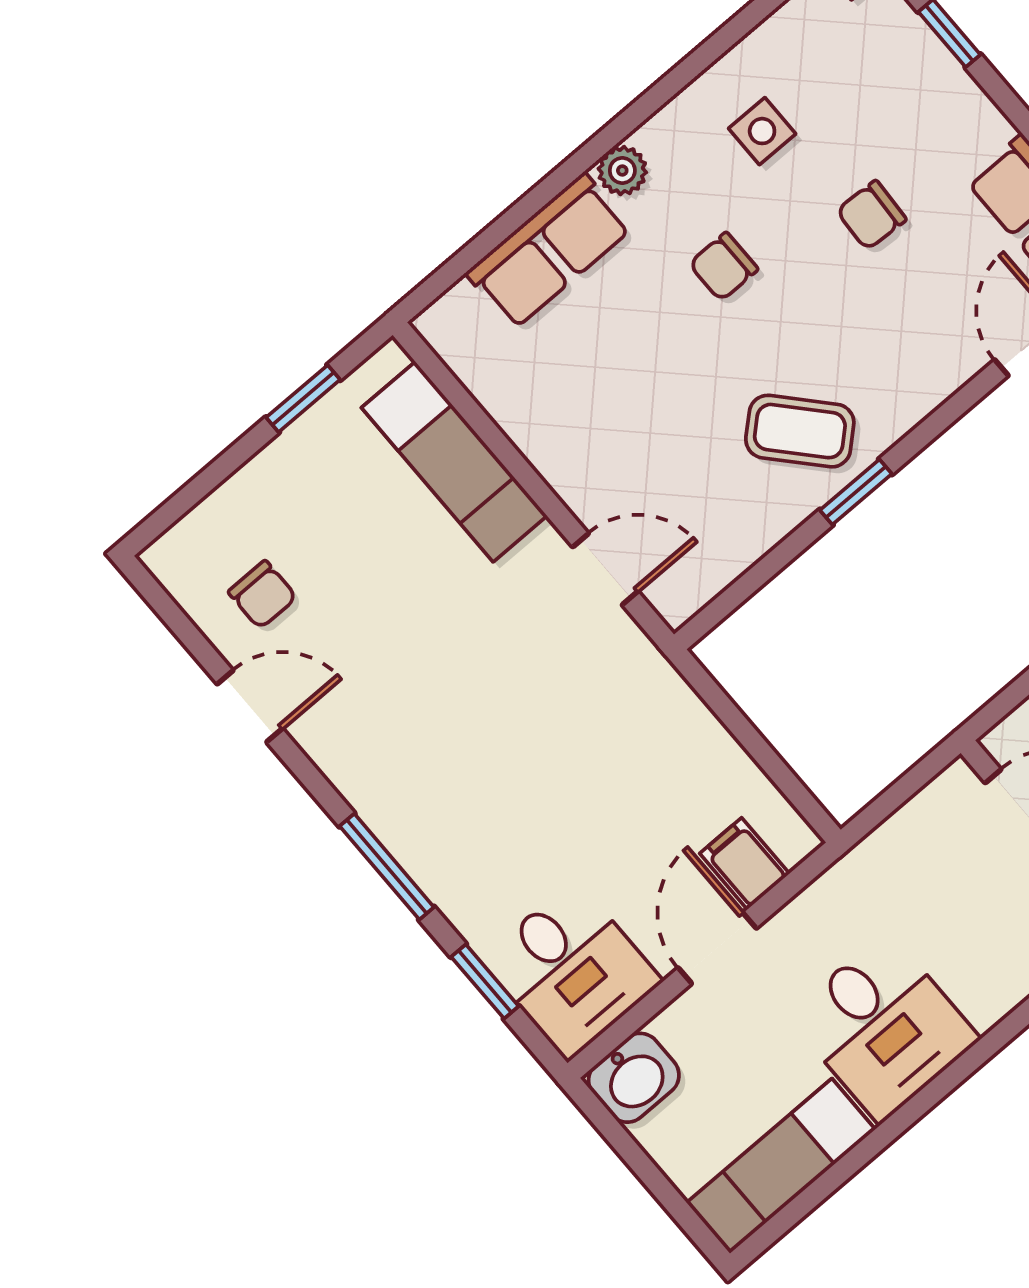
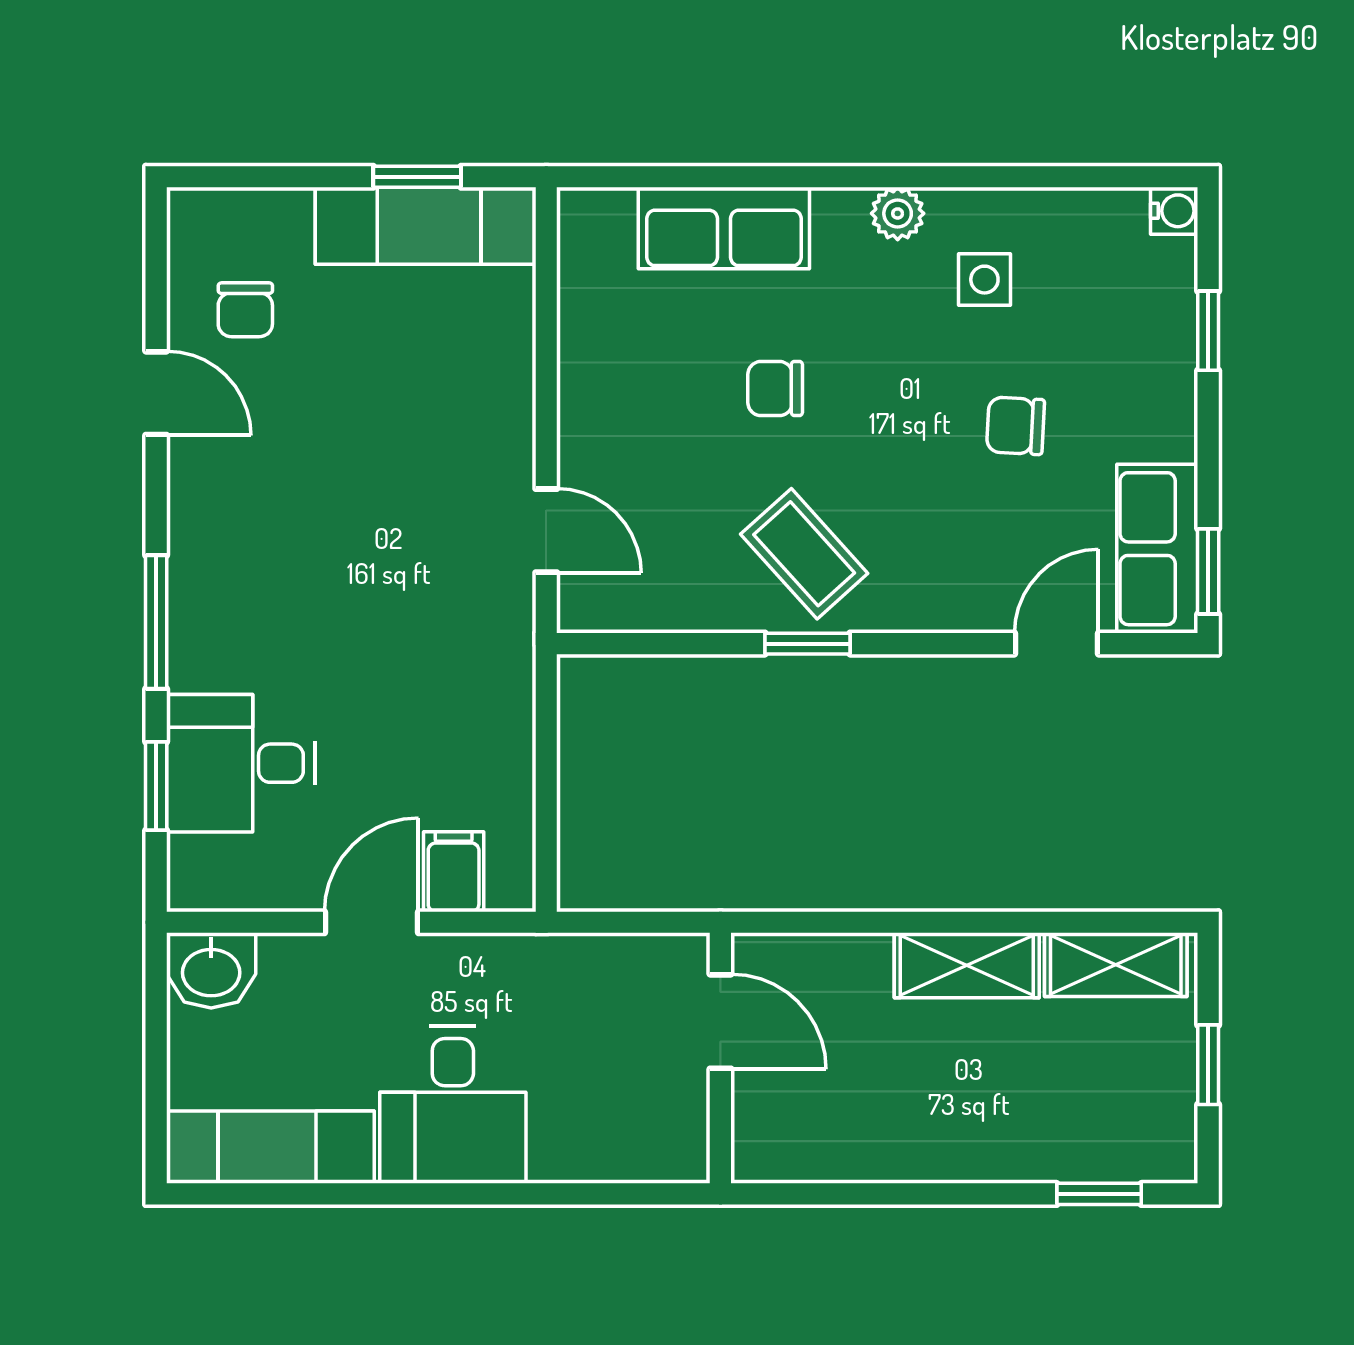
plant: (622, 170) -> (898, 213), moved
chair: (724, 266) -> (775, 389), moved
exam couch: (454, 462) -> (426, 226), moved, turned -90
desk: (571, 970) -> (241, 763), moved, turned 90

